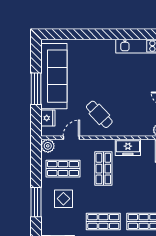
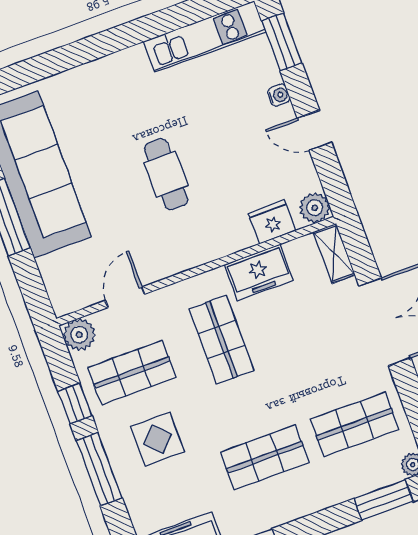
cafe table: (99, 114) -> (166, 174), moved, turned 43
fridge: (48, 118) -> (272, 222), moved, turned -90
window: (36, 173) -> (75, 404), added

